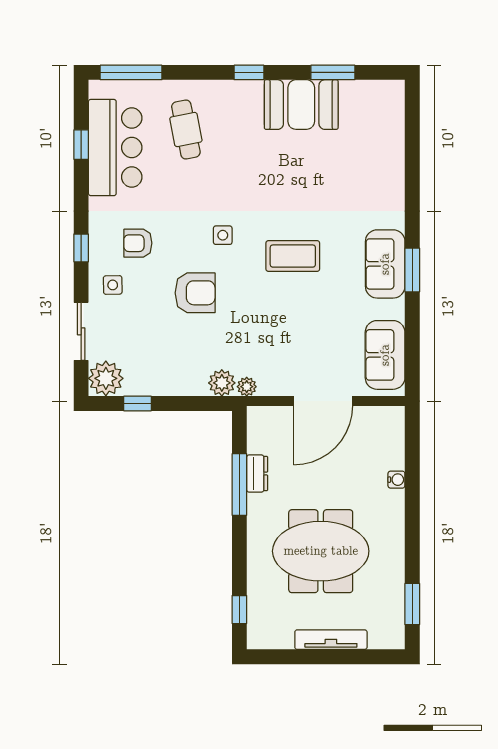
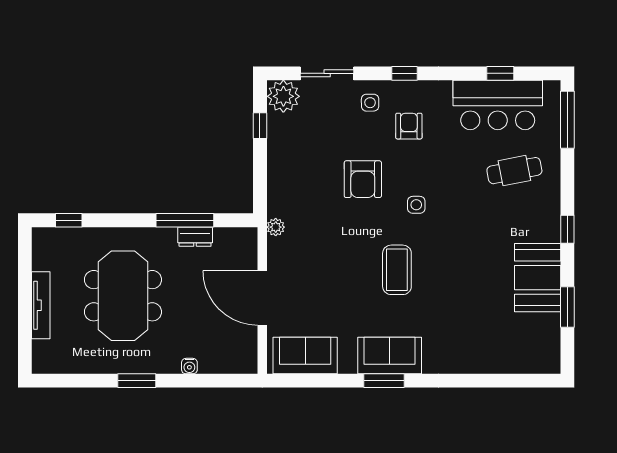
plant: (222, 383) -> (279, 204), removed
window: (412, 604) -> (137, 381), moved

